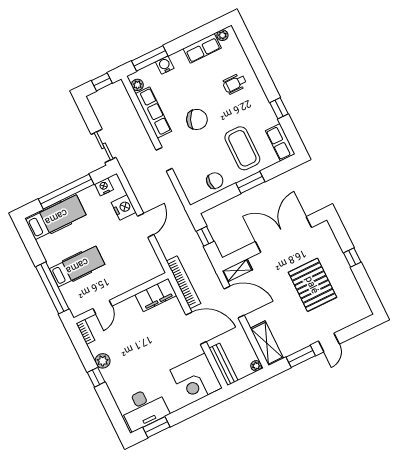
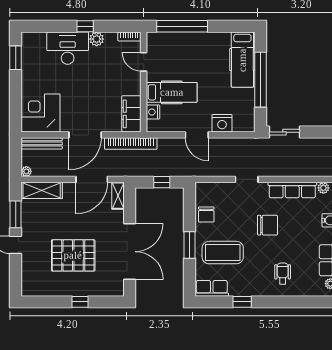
chair: (197, 119) -> (267, 225), turned -115
nightstand: (104, 187) -> (153, 112), moved, turned 180
hospital bed: (77, 266) -> (172, 92), moved, turned -90
desk: (144, 408) -> (68, 48), moved, turned 90

